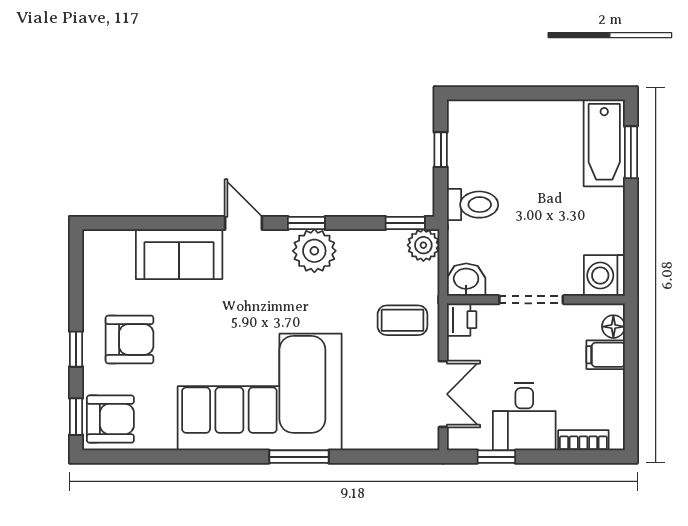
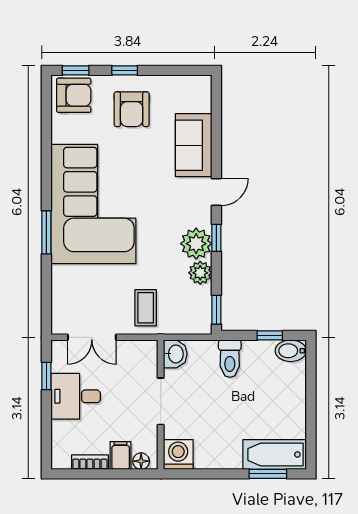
bidet: (462, 121) -> (291, 351), added
plant: (423, 245) -> (200, 273), moved
printer: (462, 320) -> (146, 351), removed
armchair: (110, 419) -> (74, 95), turned -90
bookcase: (583, 440) -> (90, 462), moved, turned -90

